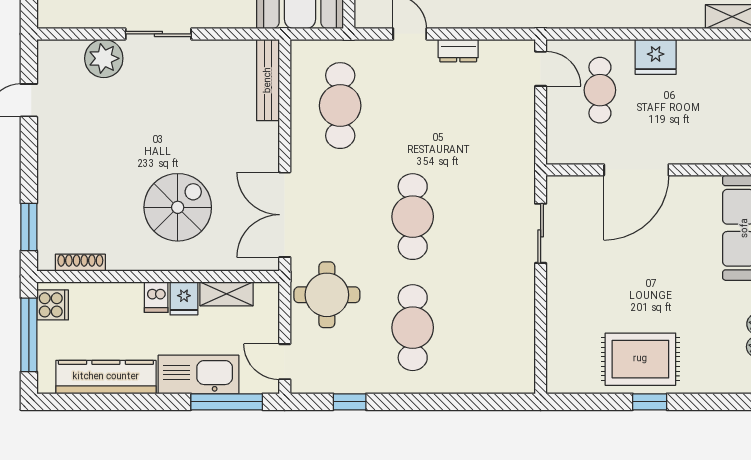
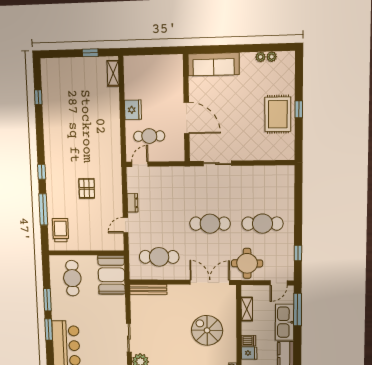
double door: (285, 215) -> (210, 282), swing flipped
fridge: (184, 298) -> (249, 353), moved

